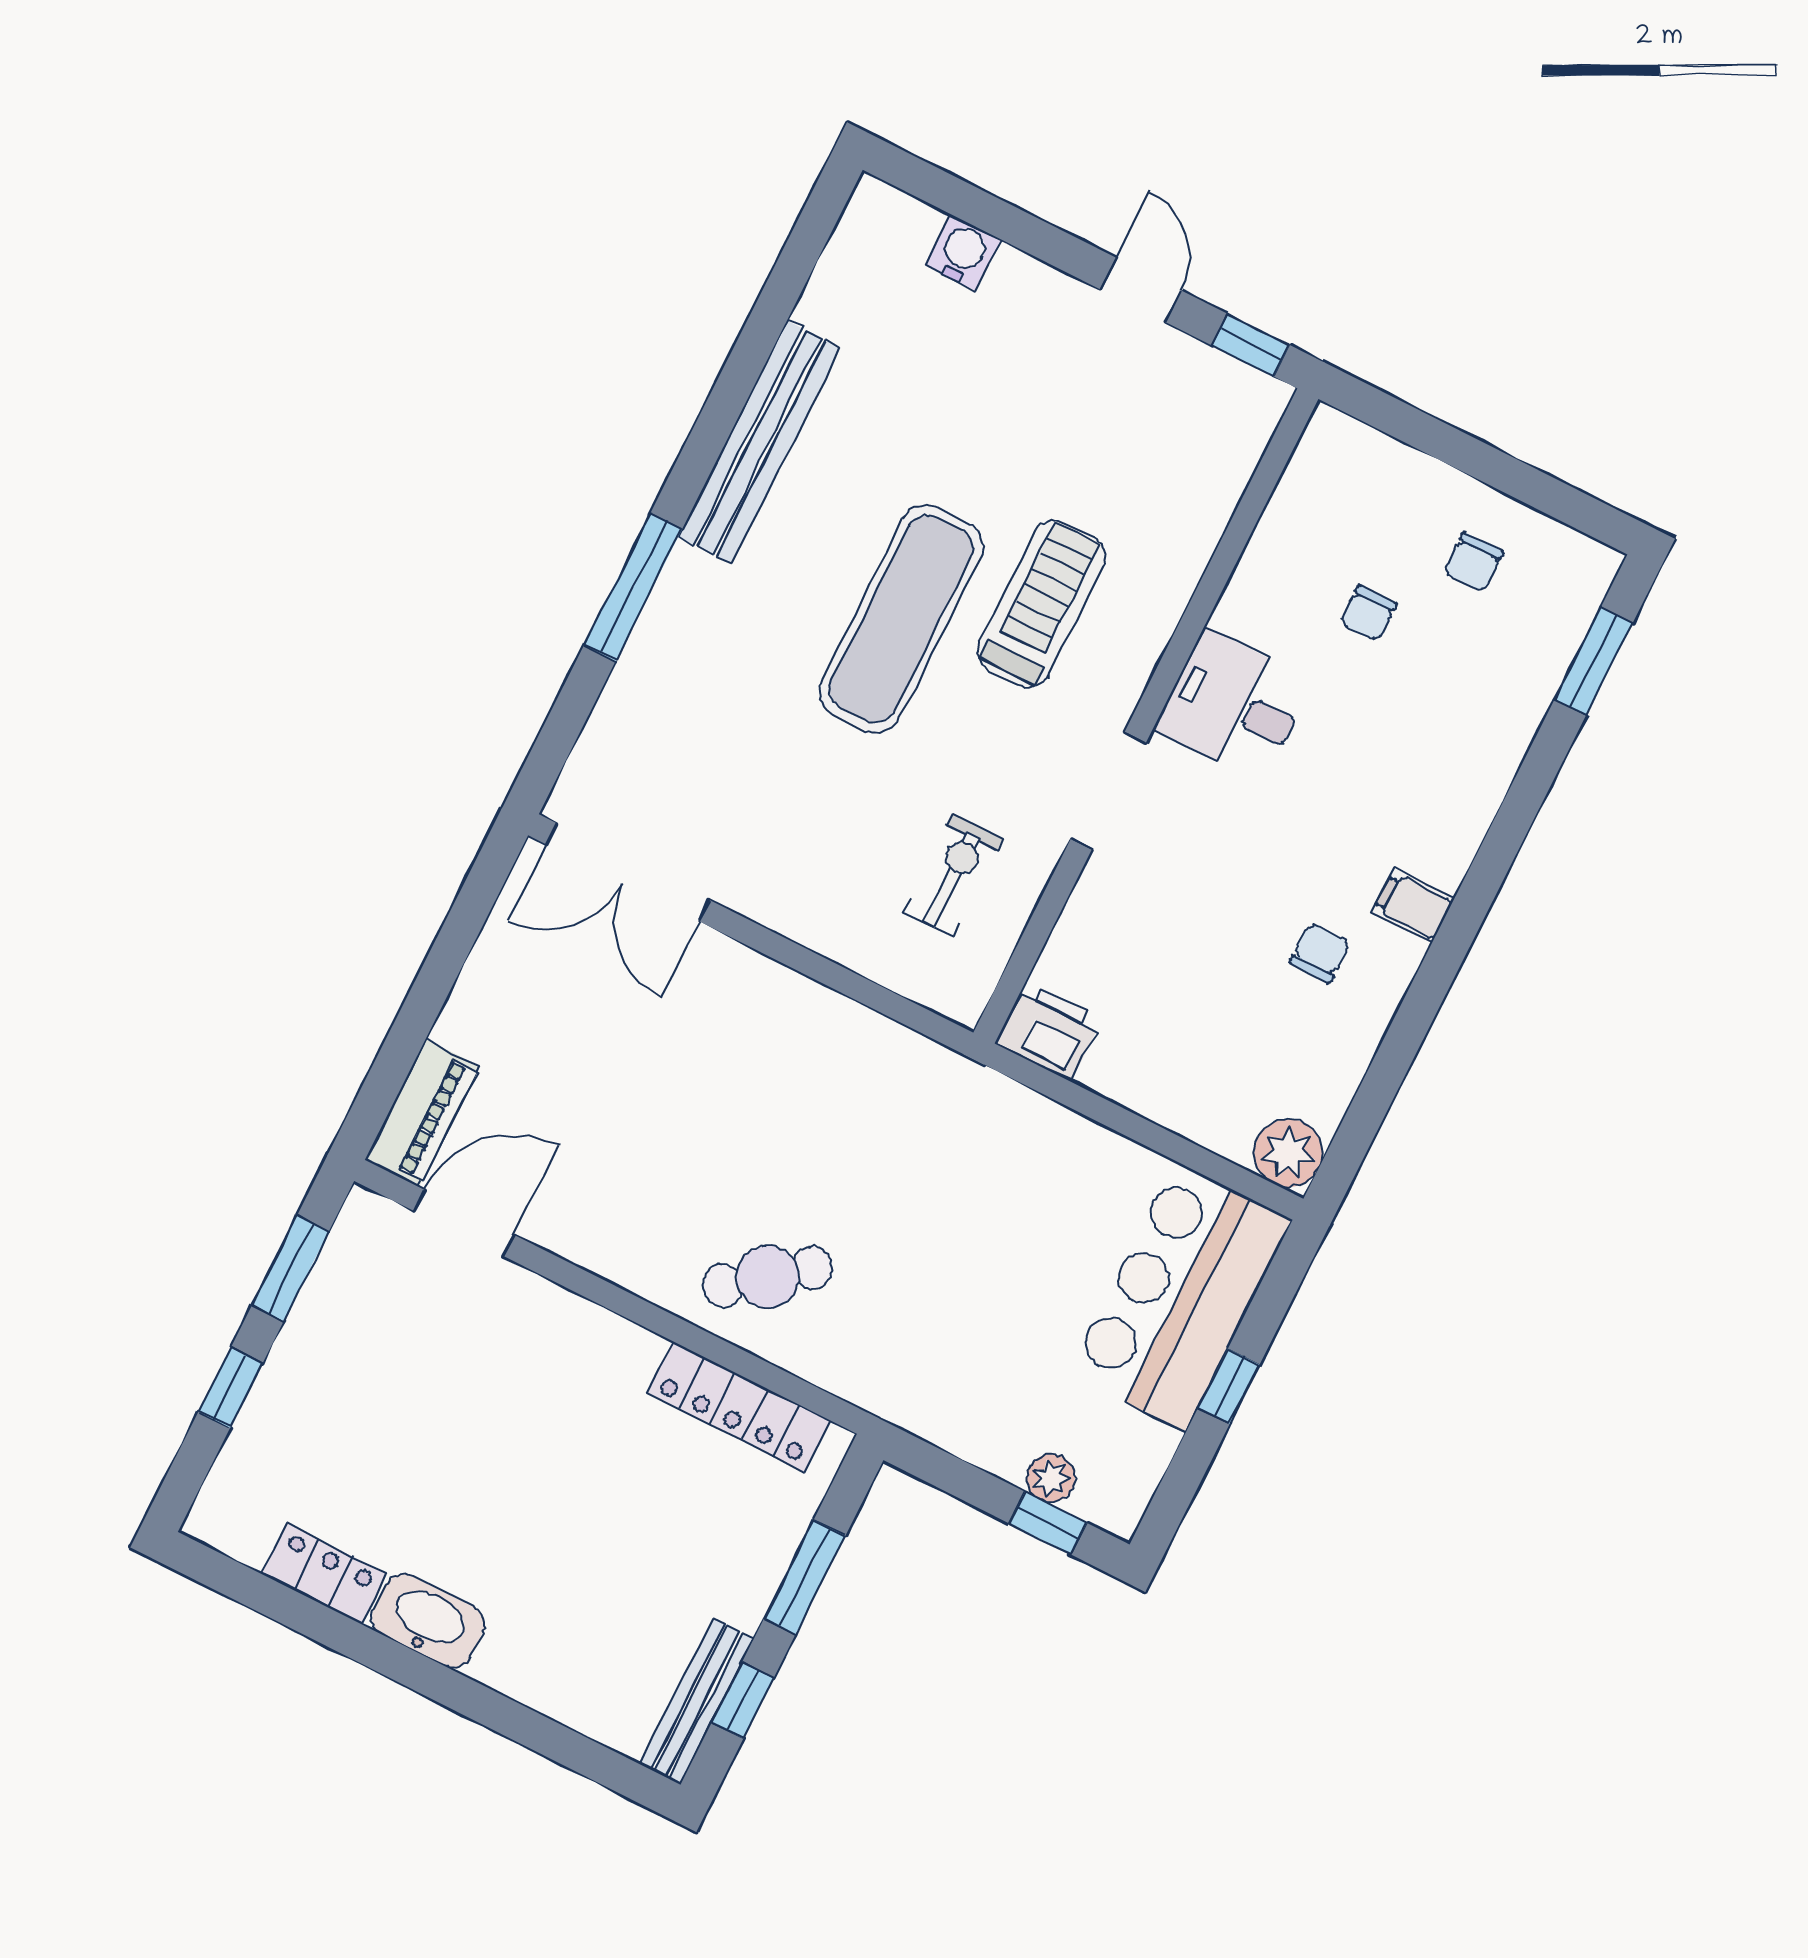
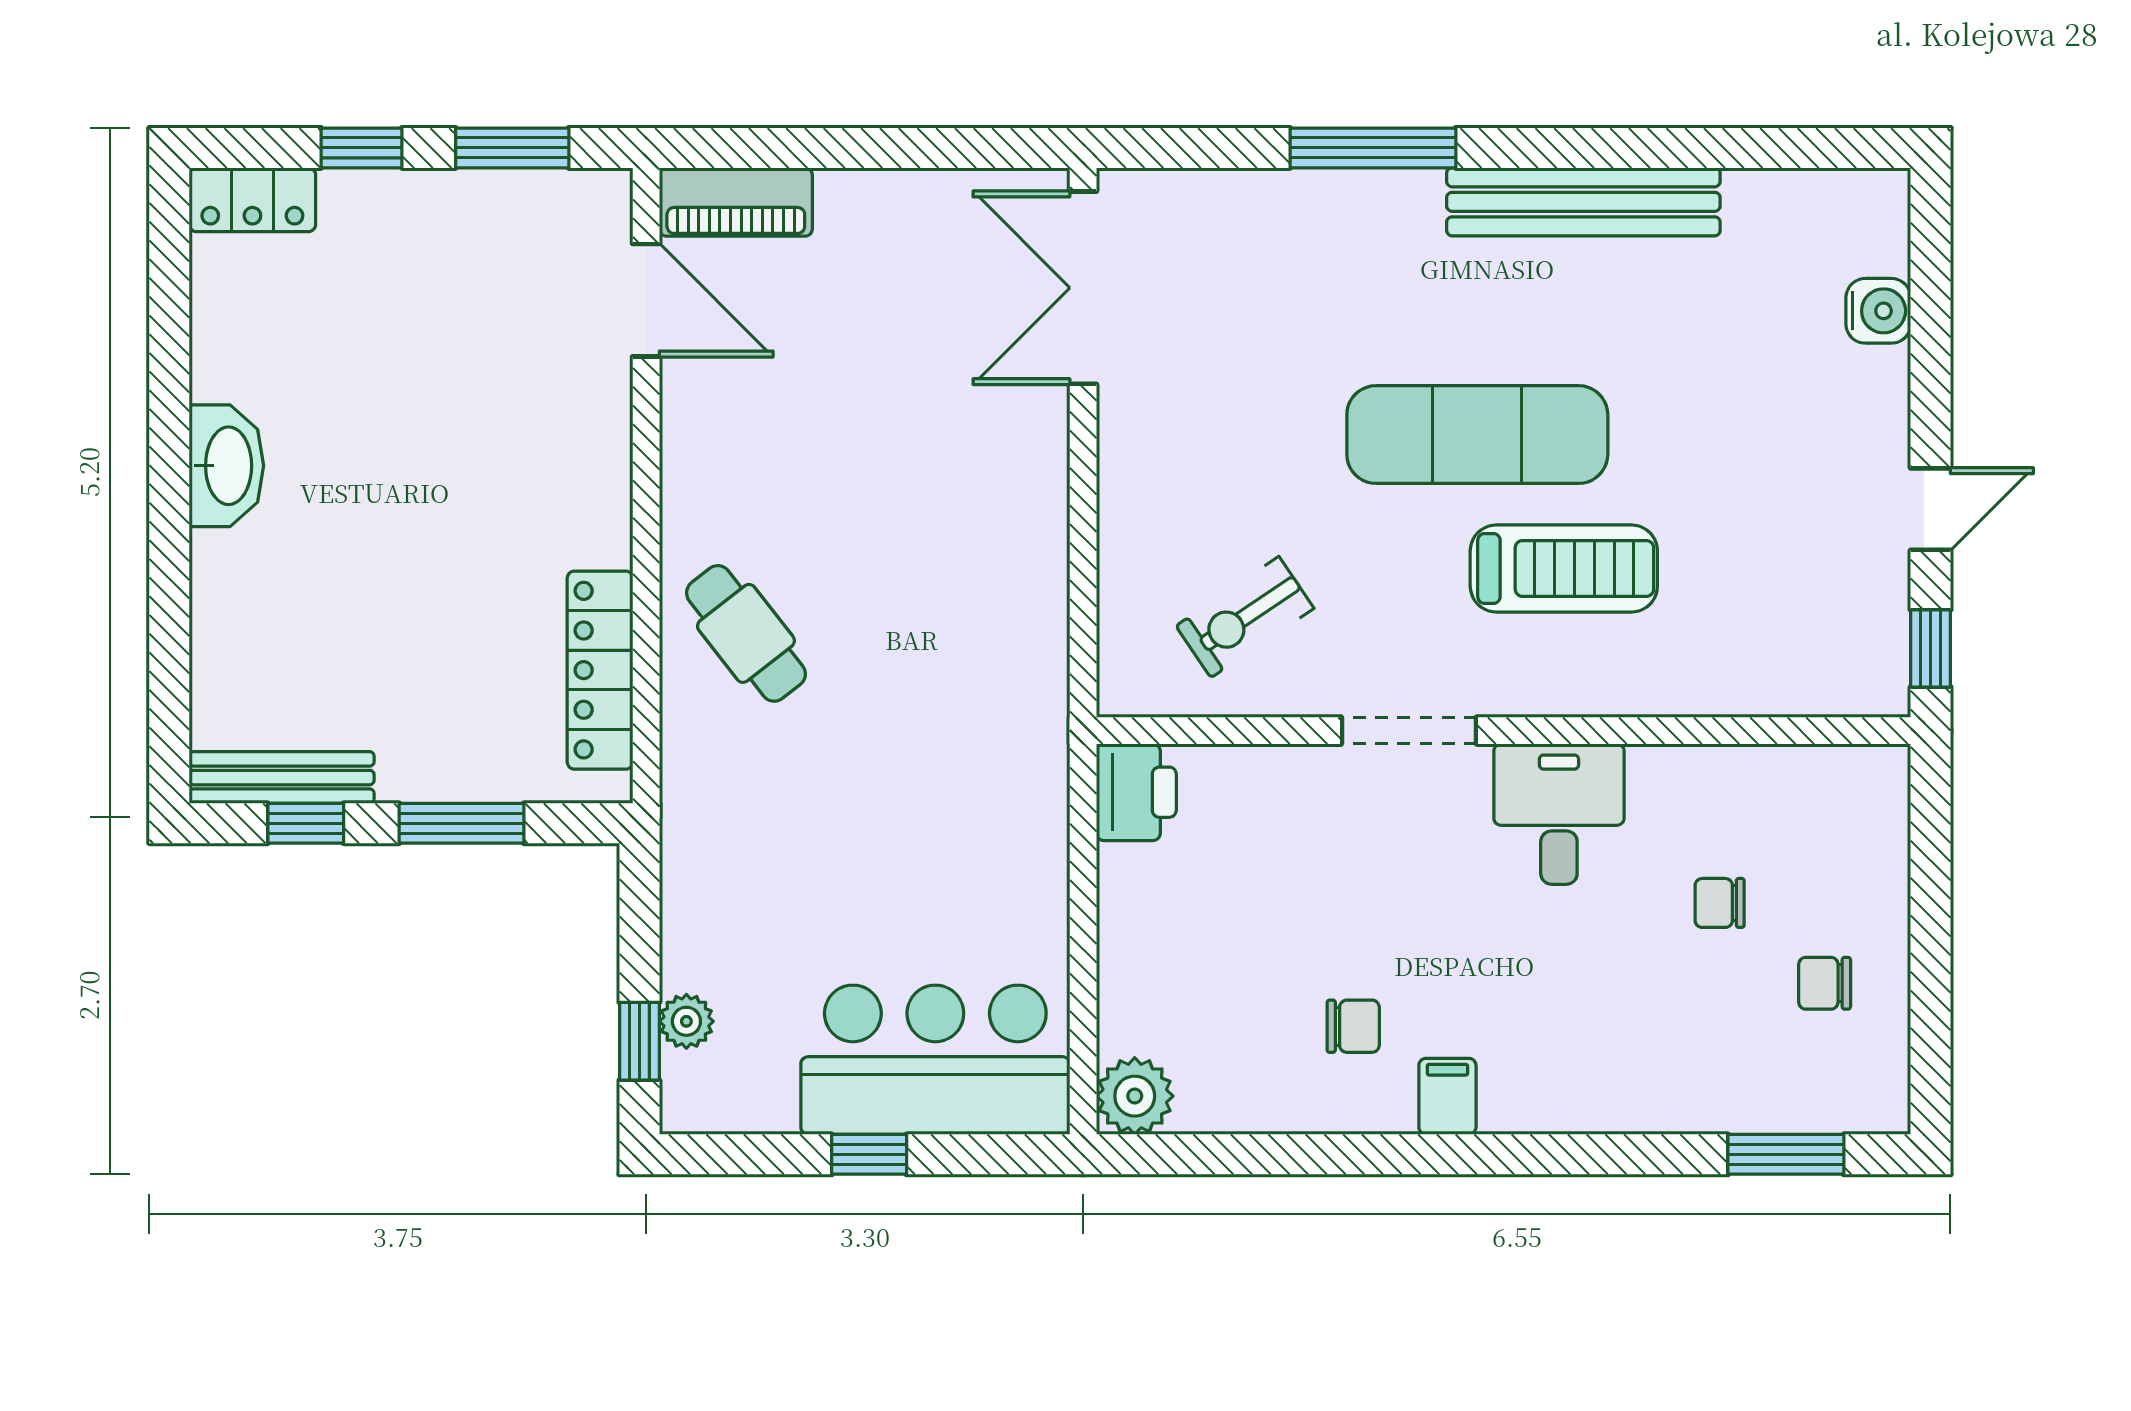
exercise bike: (953, 875) -> (1245, 617), turned 146
locker: (324, 1574) -> (252, 200), moved, turned 90

